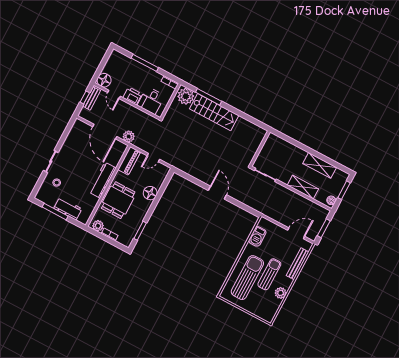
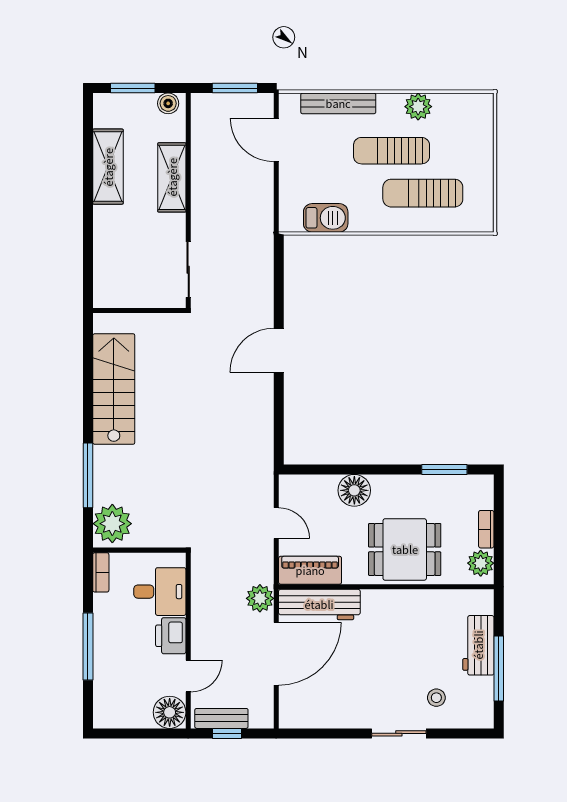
stairs: (214, 112) -> (114, 389), moved
workbench: (102, 180) -> (319, 604), moved
sun lounger: (247, 278) -> (423, 193), width x0.73, depth x0.75

